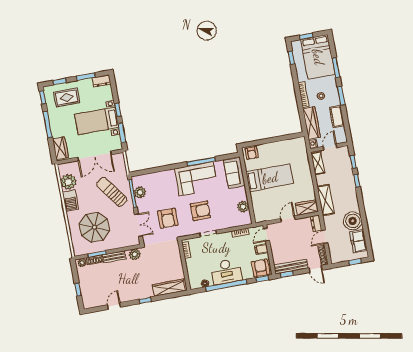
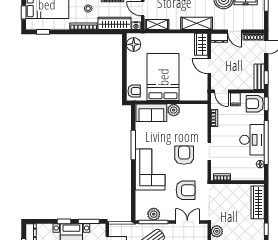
floor lamp: (295, 145) -> (134, 44), added
bed: (270, 178) -> (163, 77), width x1.50
corner sofa: (196, 179) -> (150, 169), moved
plant: (243, 207) -> (174, 110), moved
bench: (291, 267) -> (259, 77), width x0.73

